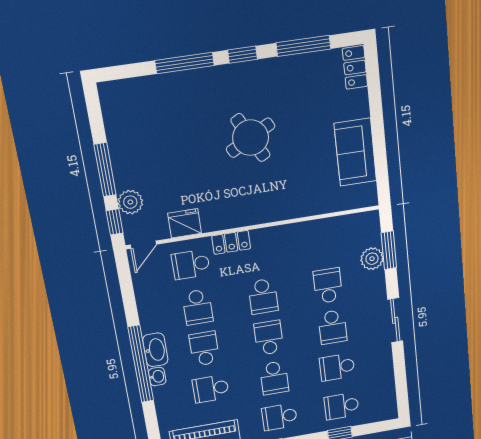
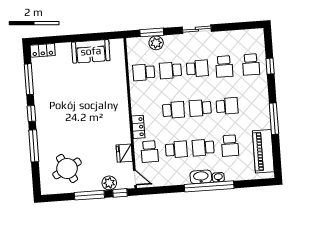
round table: (251, 138) -> (67, 168), moved
school desk: (280, 417) -> (144, 72), moved, turned 90

